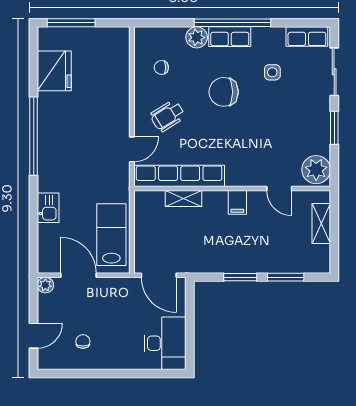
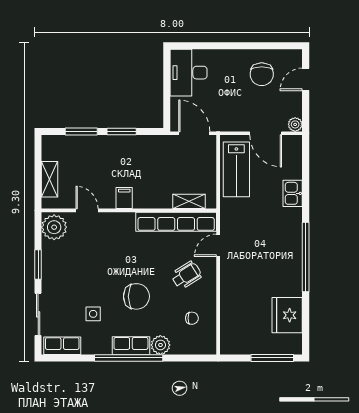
shelving: (184, 199) -> (189, 201), moved
chair: (83, 341) -> (262, 74), width x1.87, depth x1.87

